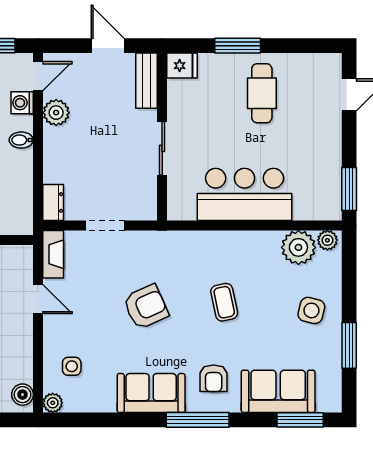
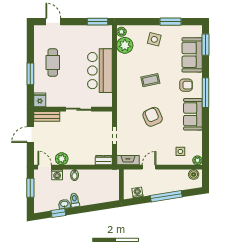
cafe table: (262, 93) -> (53, 62), turned 90

